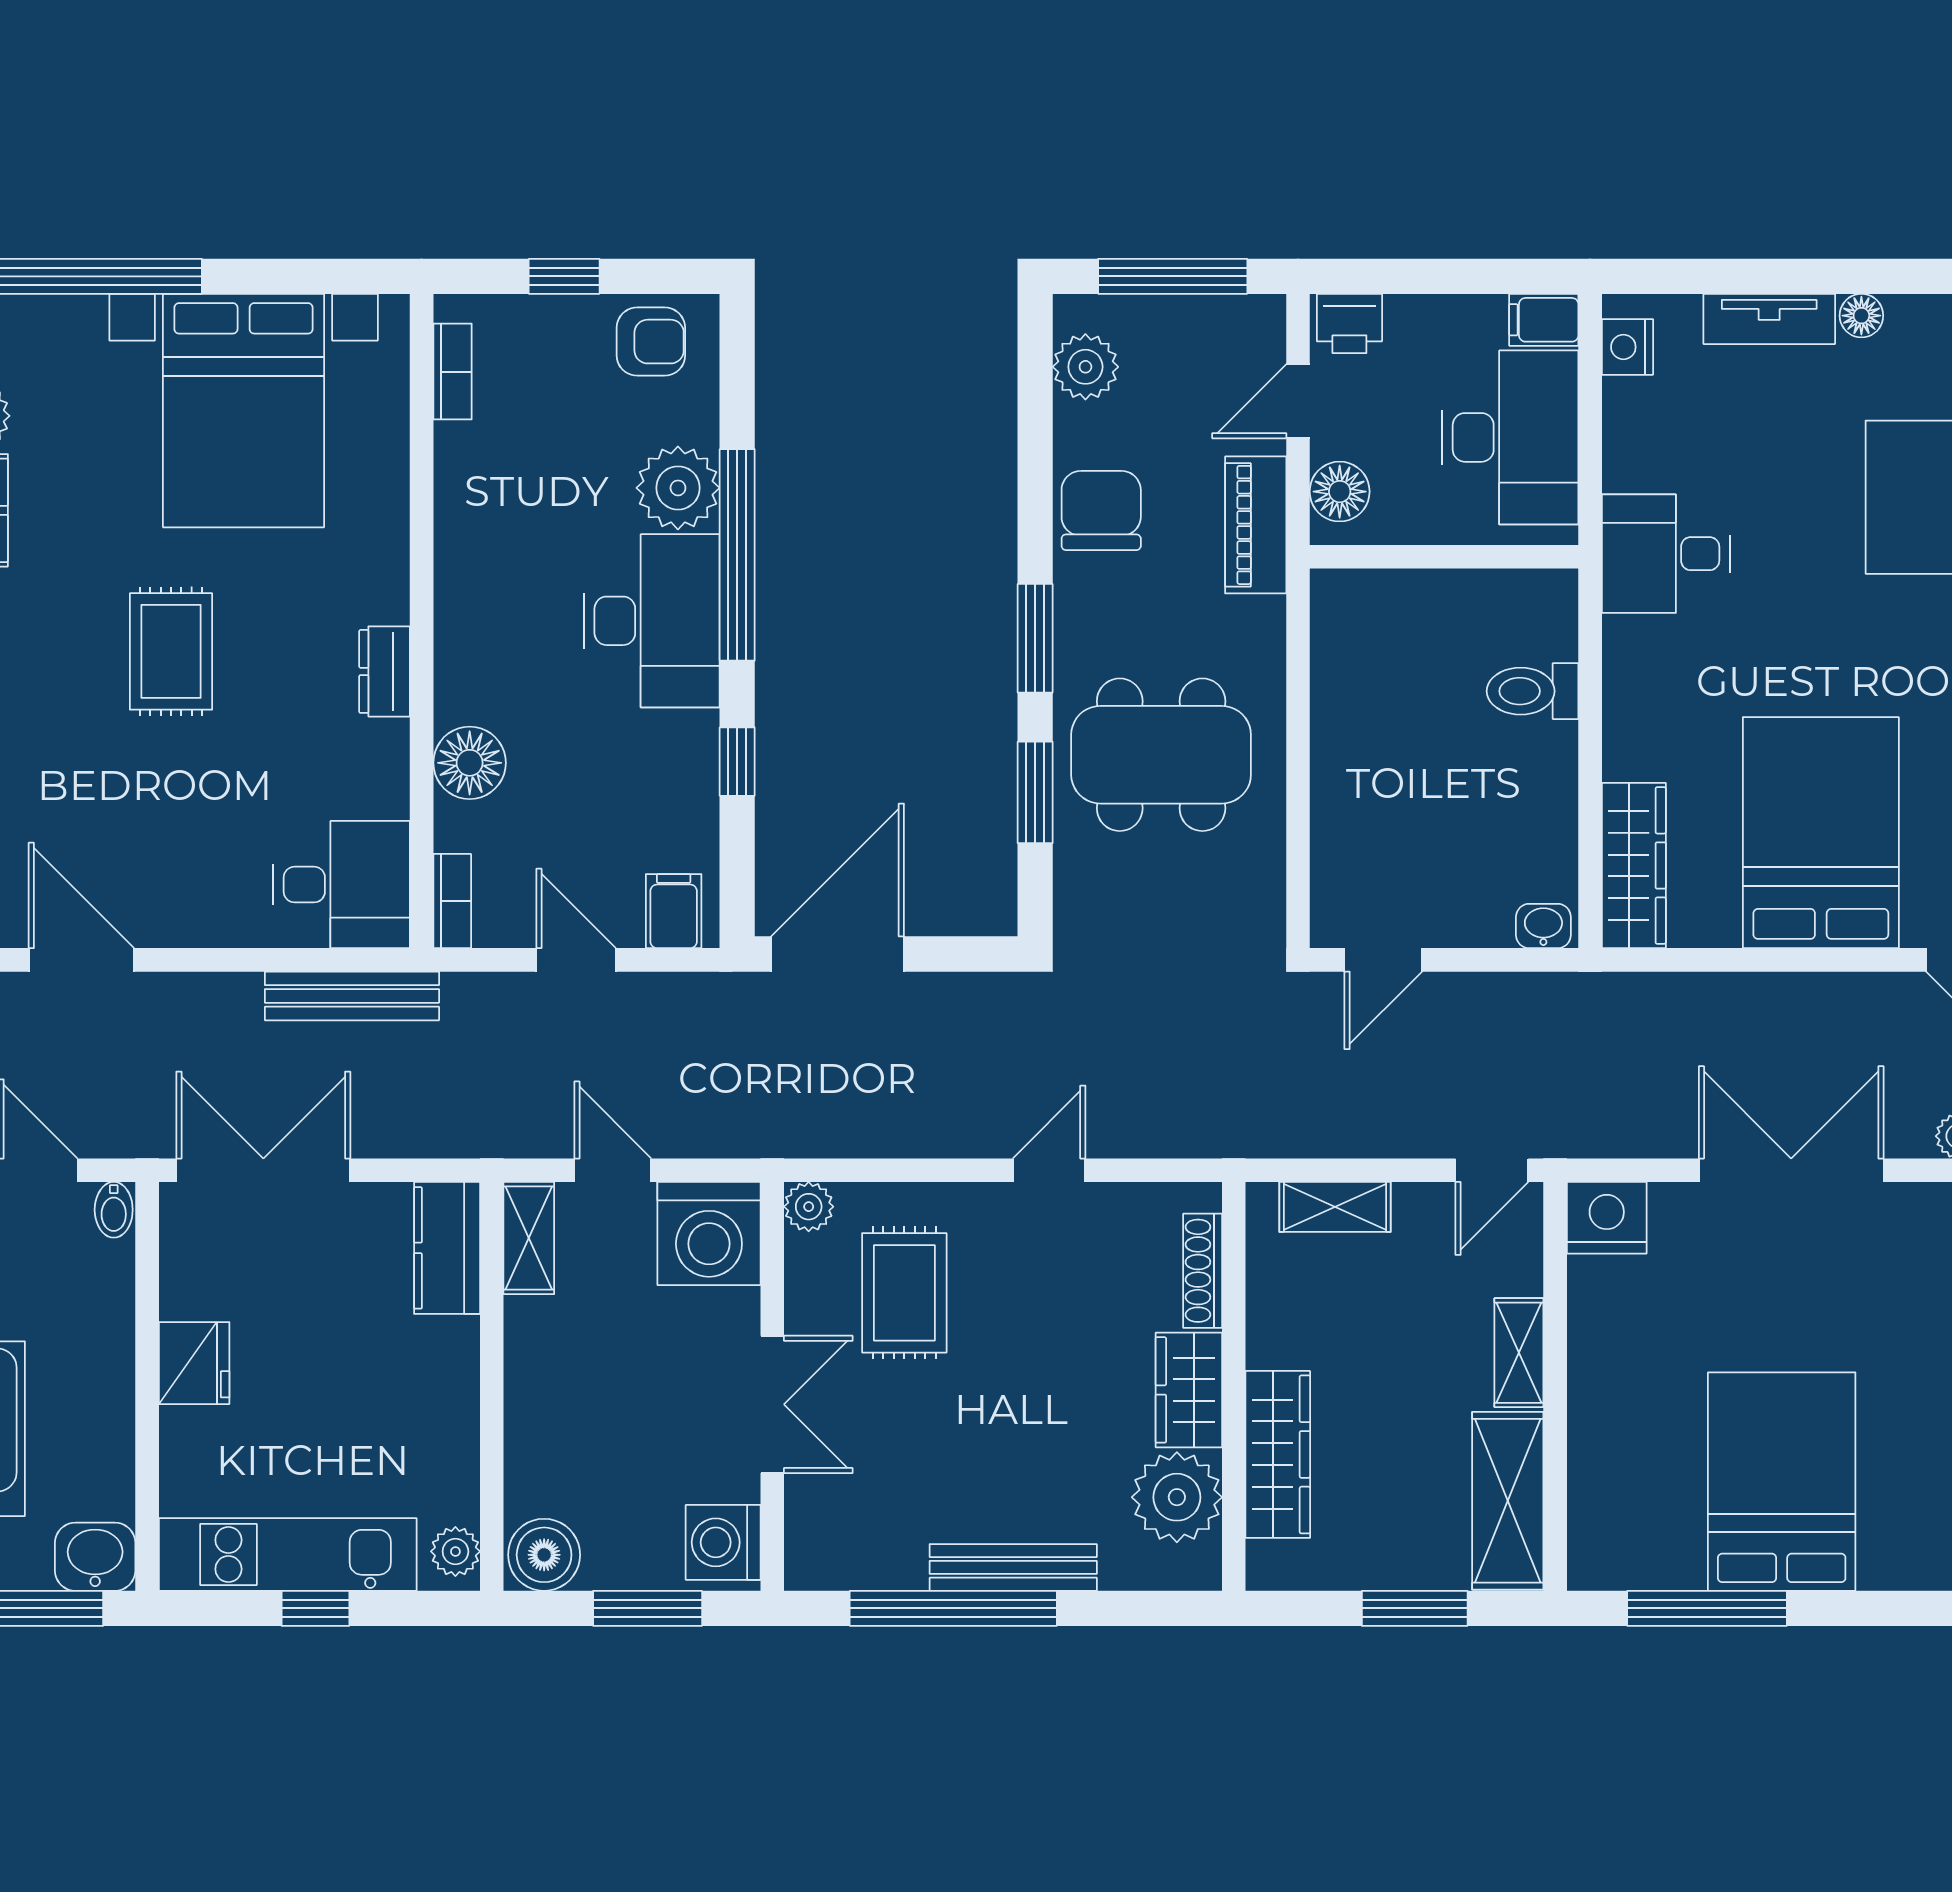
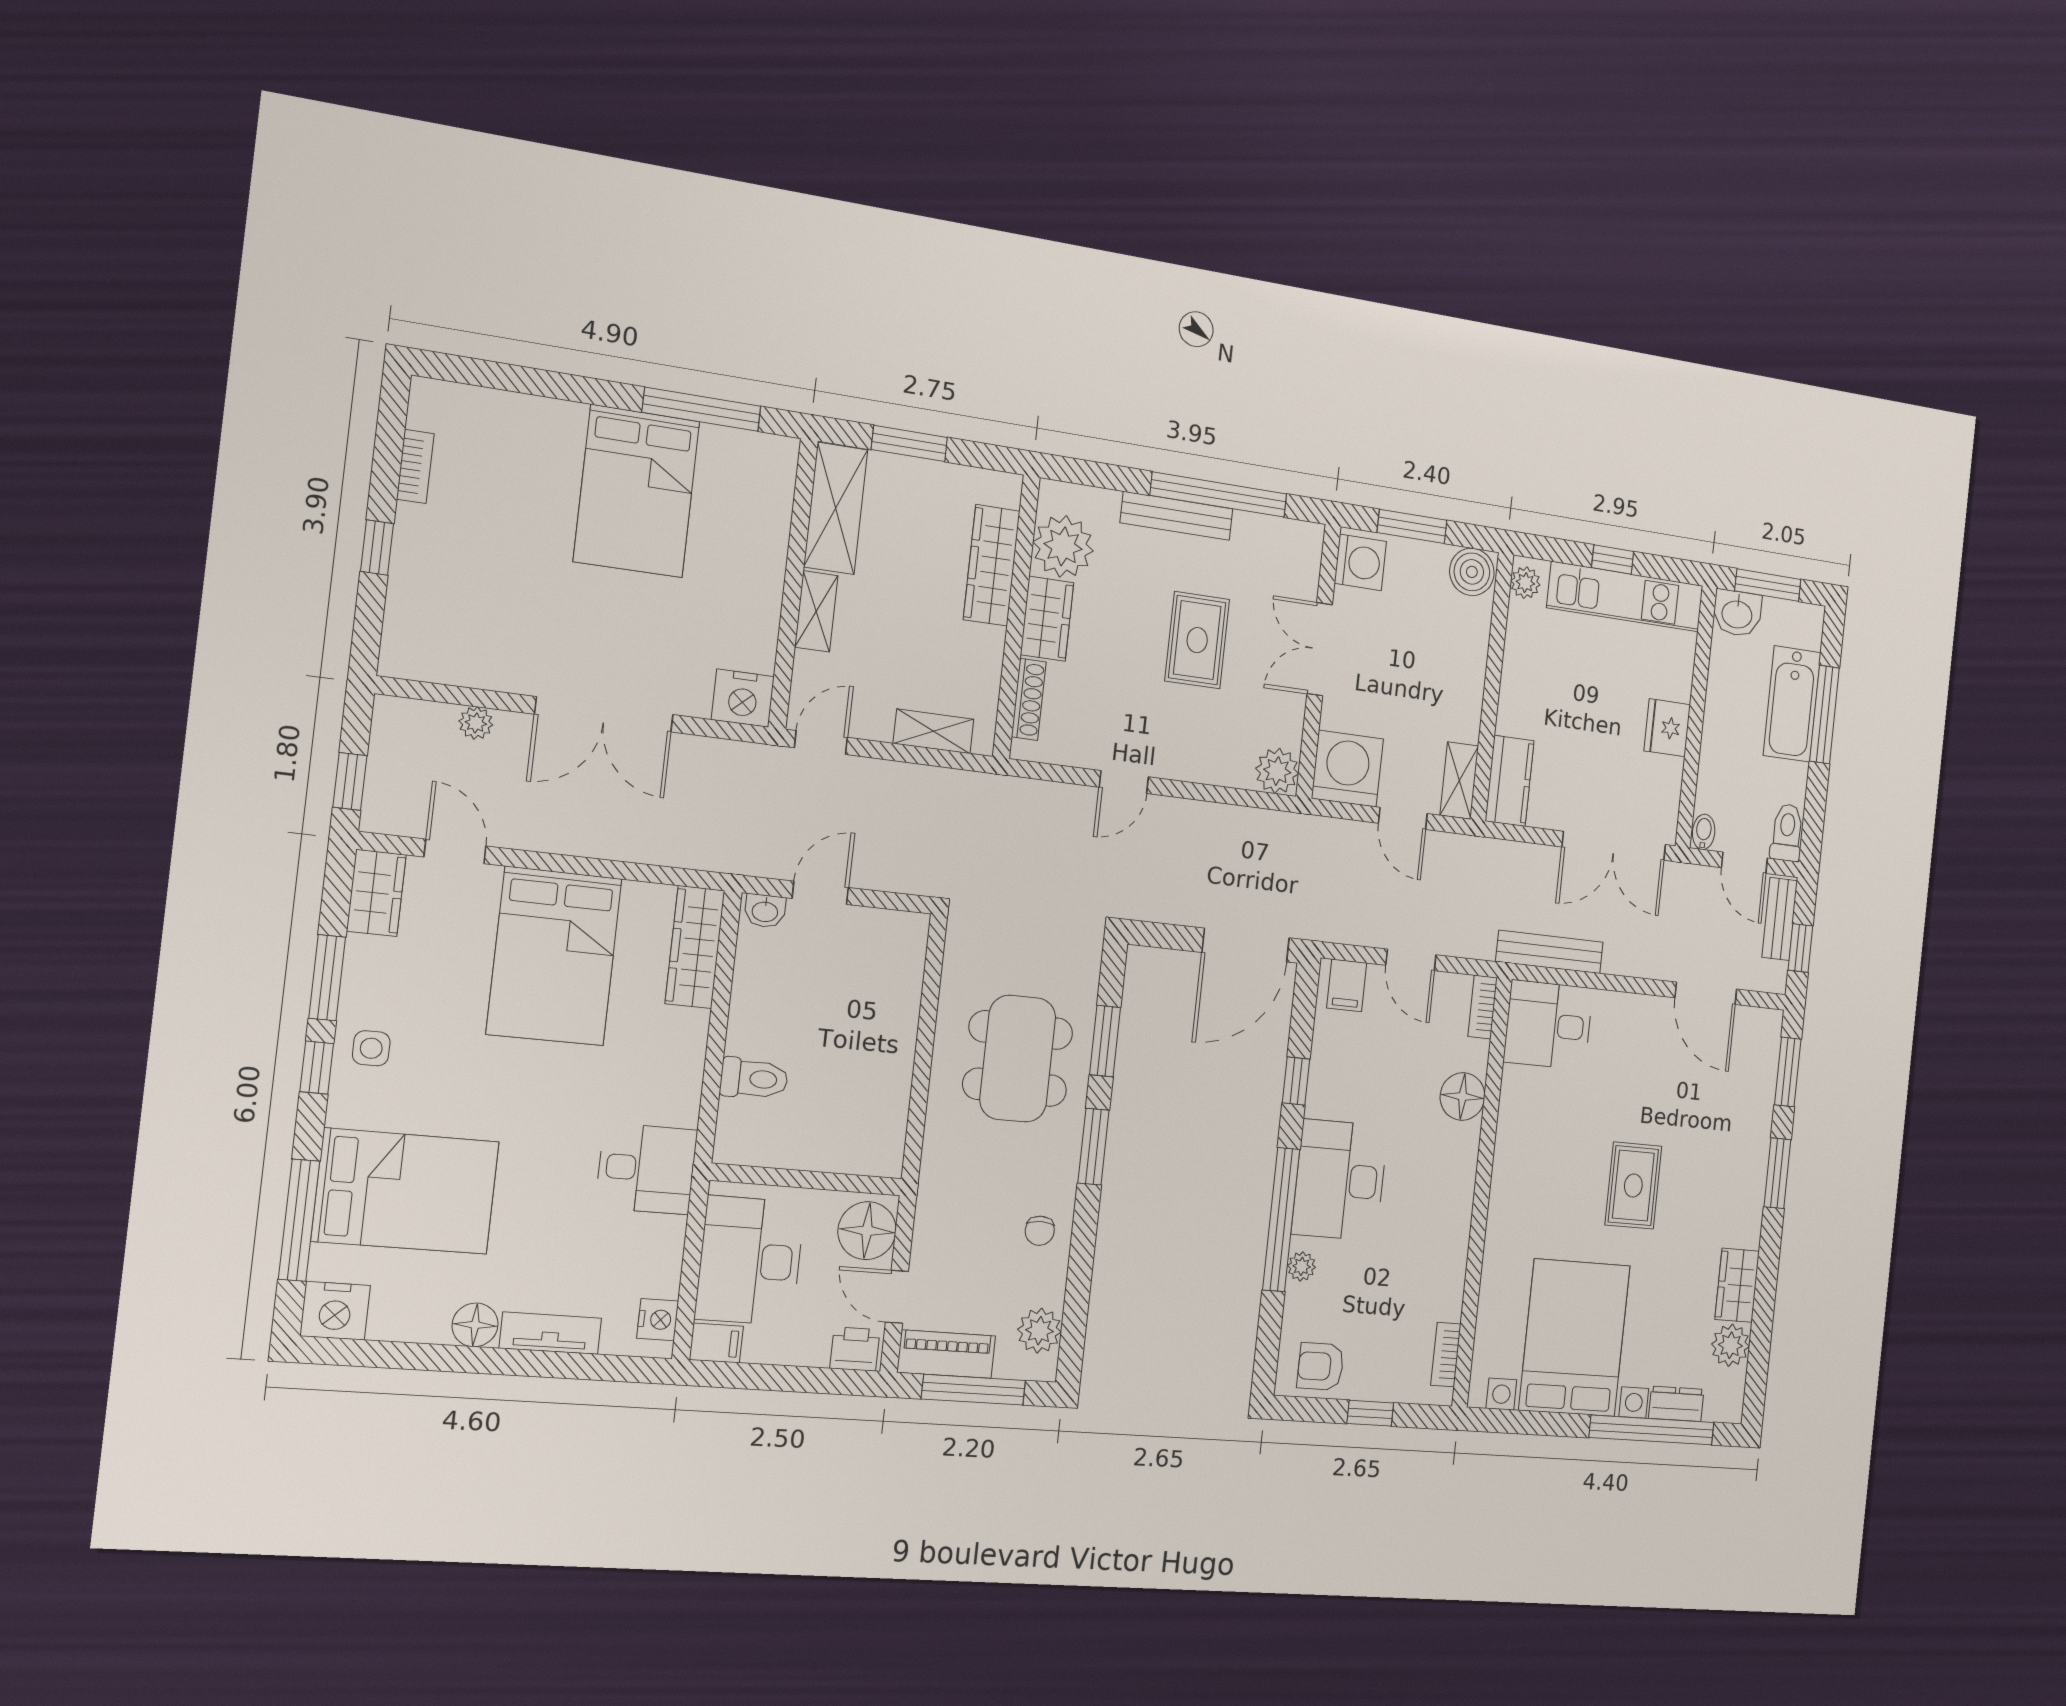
floor lamp: (1861, 316) -> (475, 1325), width x1.37, depth x1.37
door: (1298, 401) -> (897, 1297), swing flipped
plant: (678, 488) -> (1302, 1266), width x0.53, depth x0.53
floor lamp: (1340, 492) -> (867, 1231), width x1.38, depth x1.38
chair: (1101, 511) -> (1040, 1231), width x0.54, depth x0.54
piano: (1256, 525) -> (946, 1354), moved, turned -90
dresser: (385, 671) -> (1676, 1404), moved, turned -90
dining table: (1161, 755) -> (1018, 1059), turned 90
door: (1383, 960) -> (820, 893), moved
plant: (809, 1207) -> (1277, 771), width x1.38, depth x1.38
rug: (904, 1293) -> (1197, 640), moved

